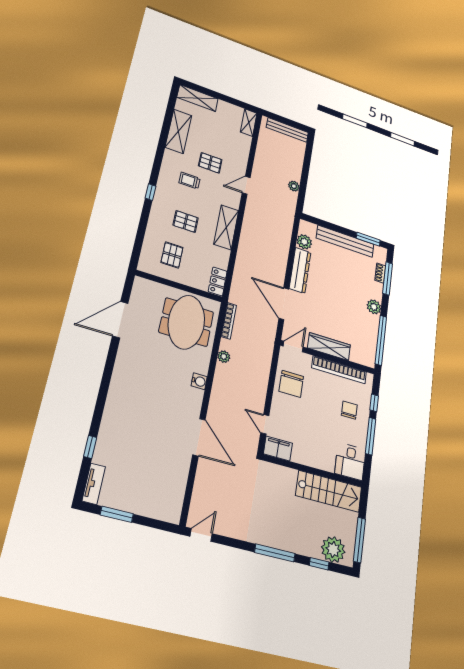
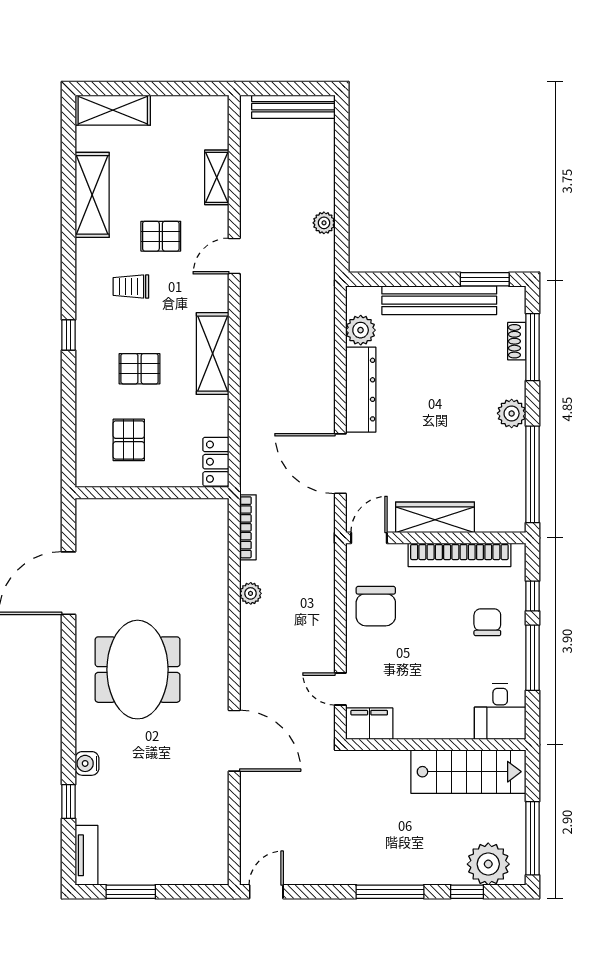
shelving: (249, 123) -> (217, 177), moved
meeting table: (186, 322) -> (138, 670), moved
water cooler: (199, 381) -> (87, 763), moved, turned 180

